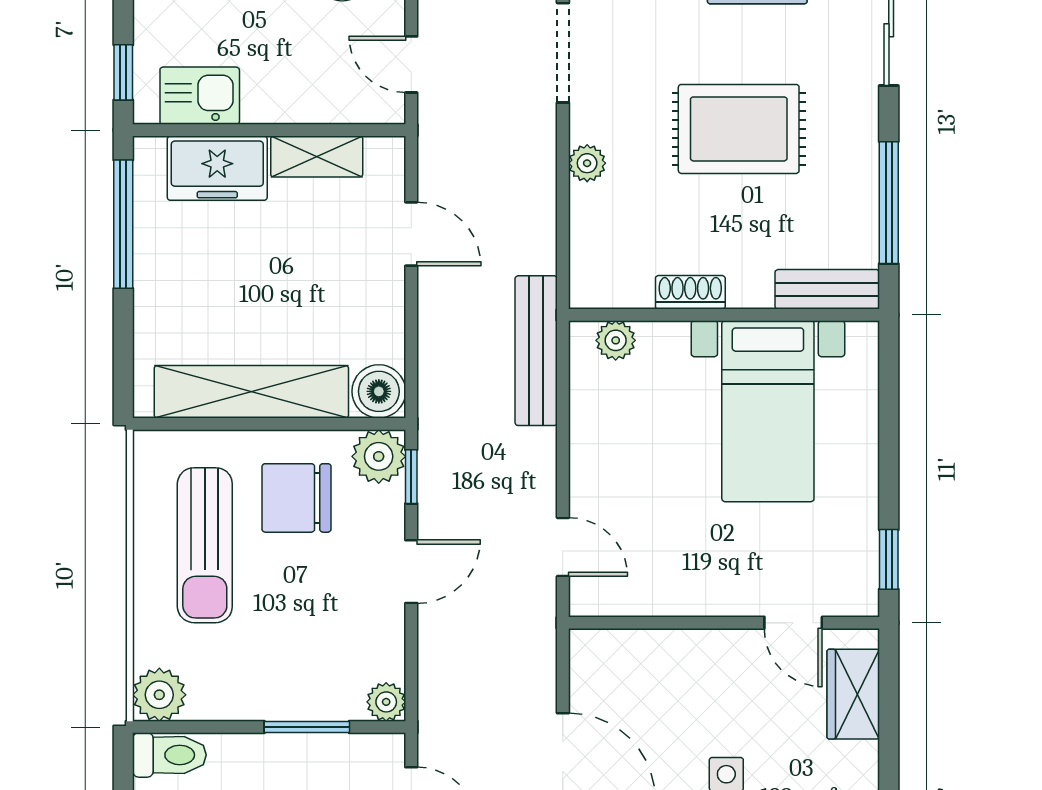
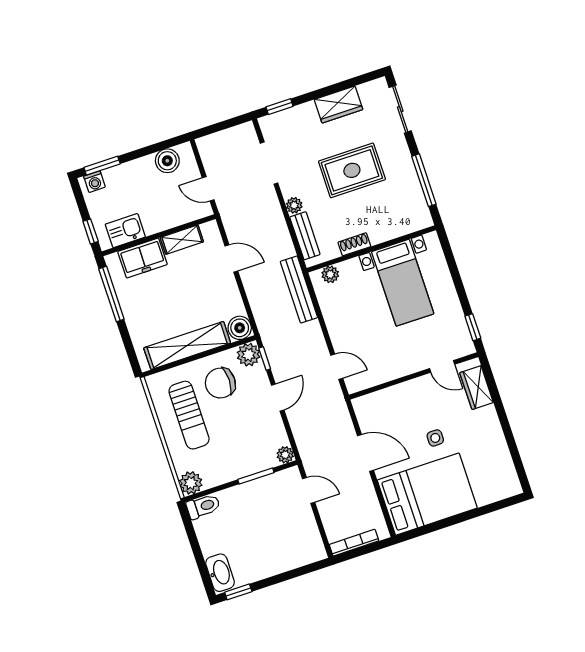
bench: (827, 289) -> (305, 236), moved, turned 90

